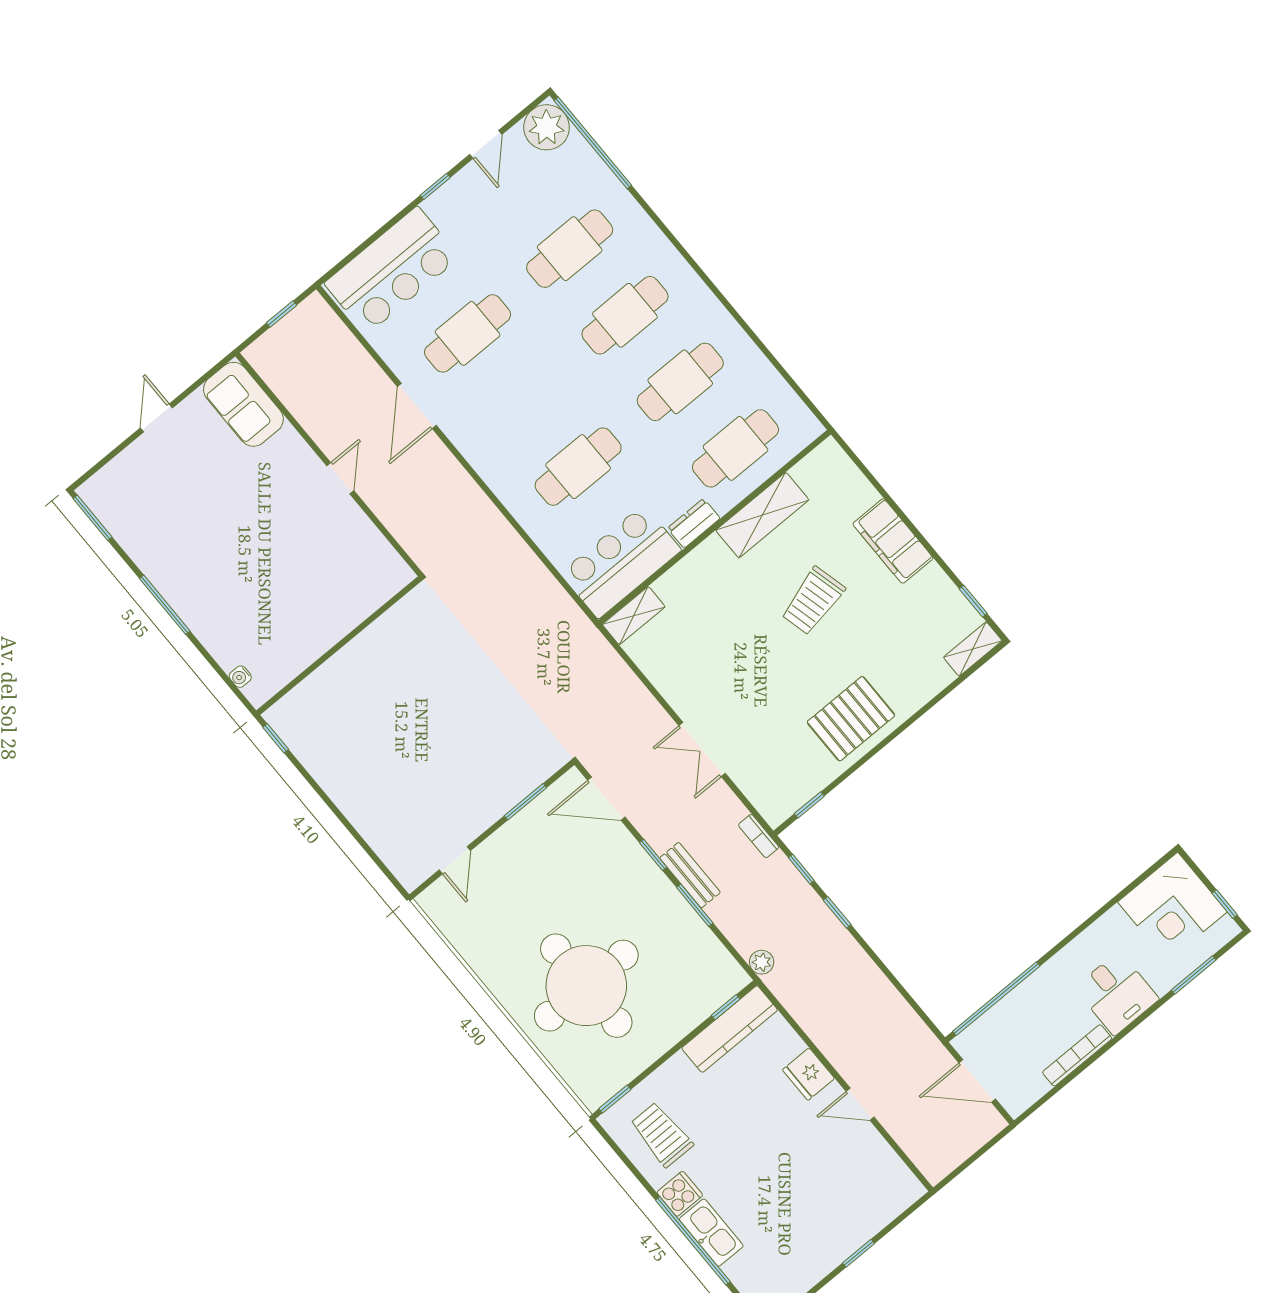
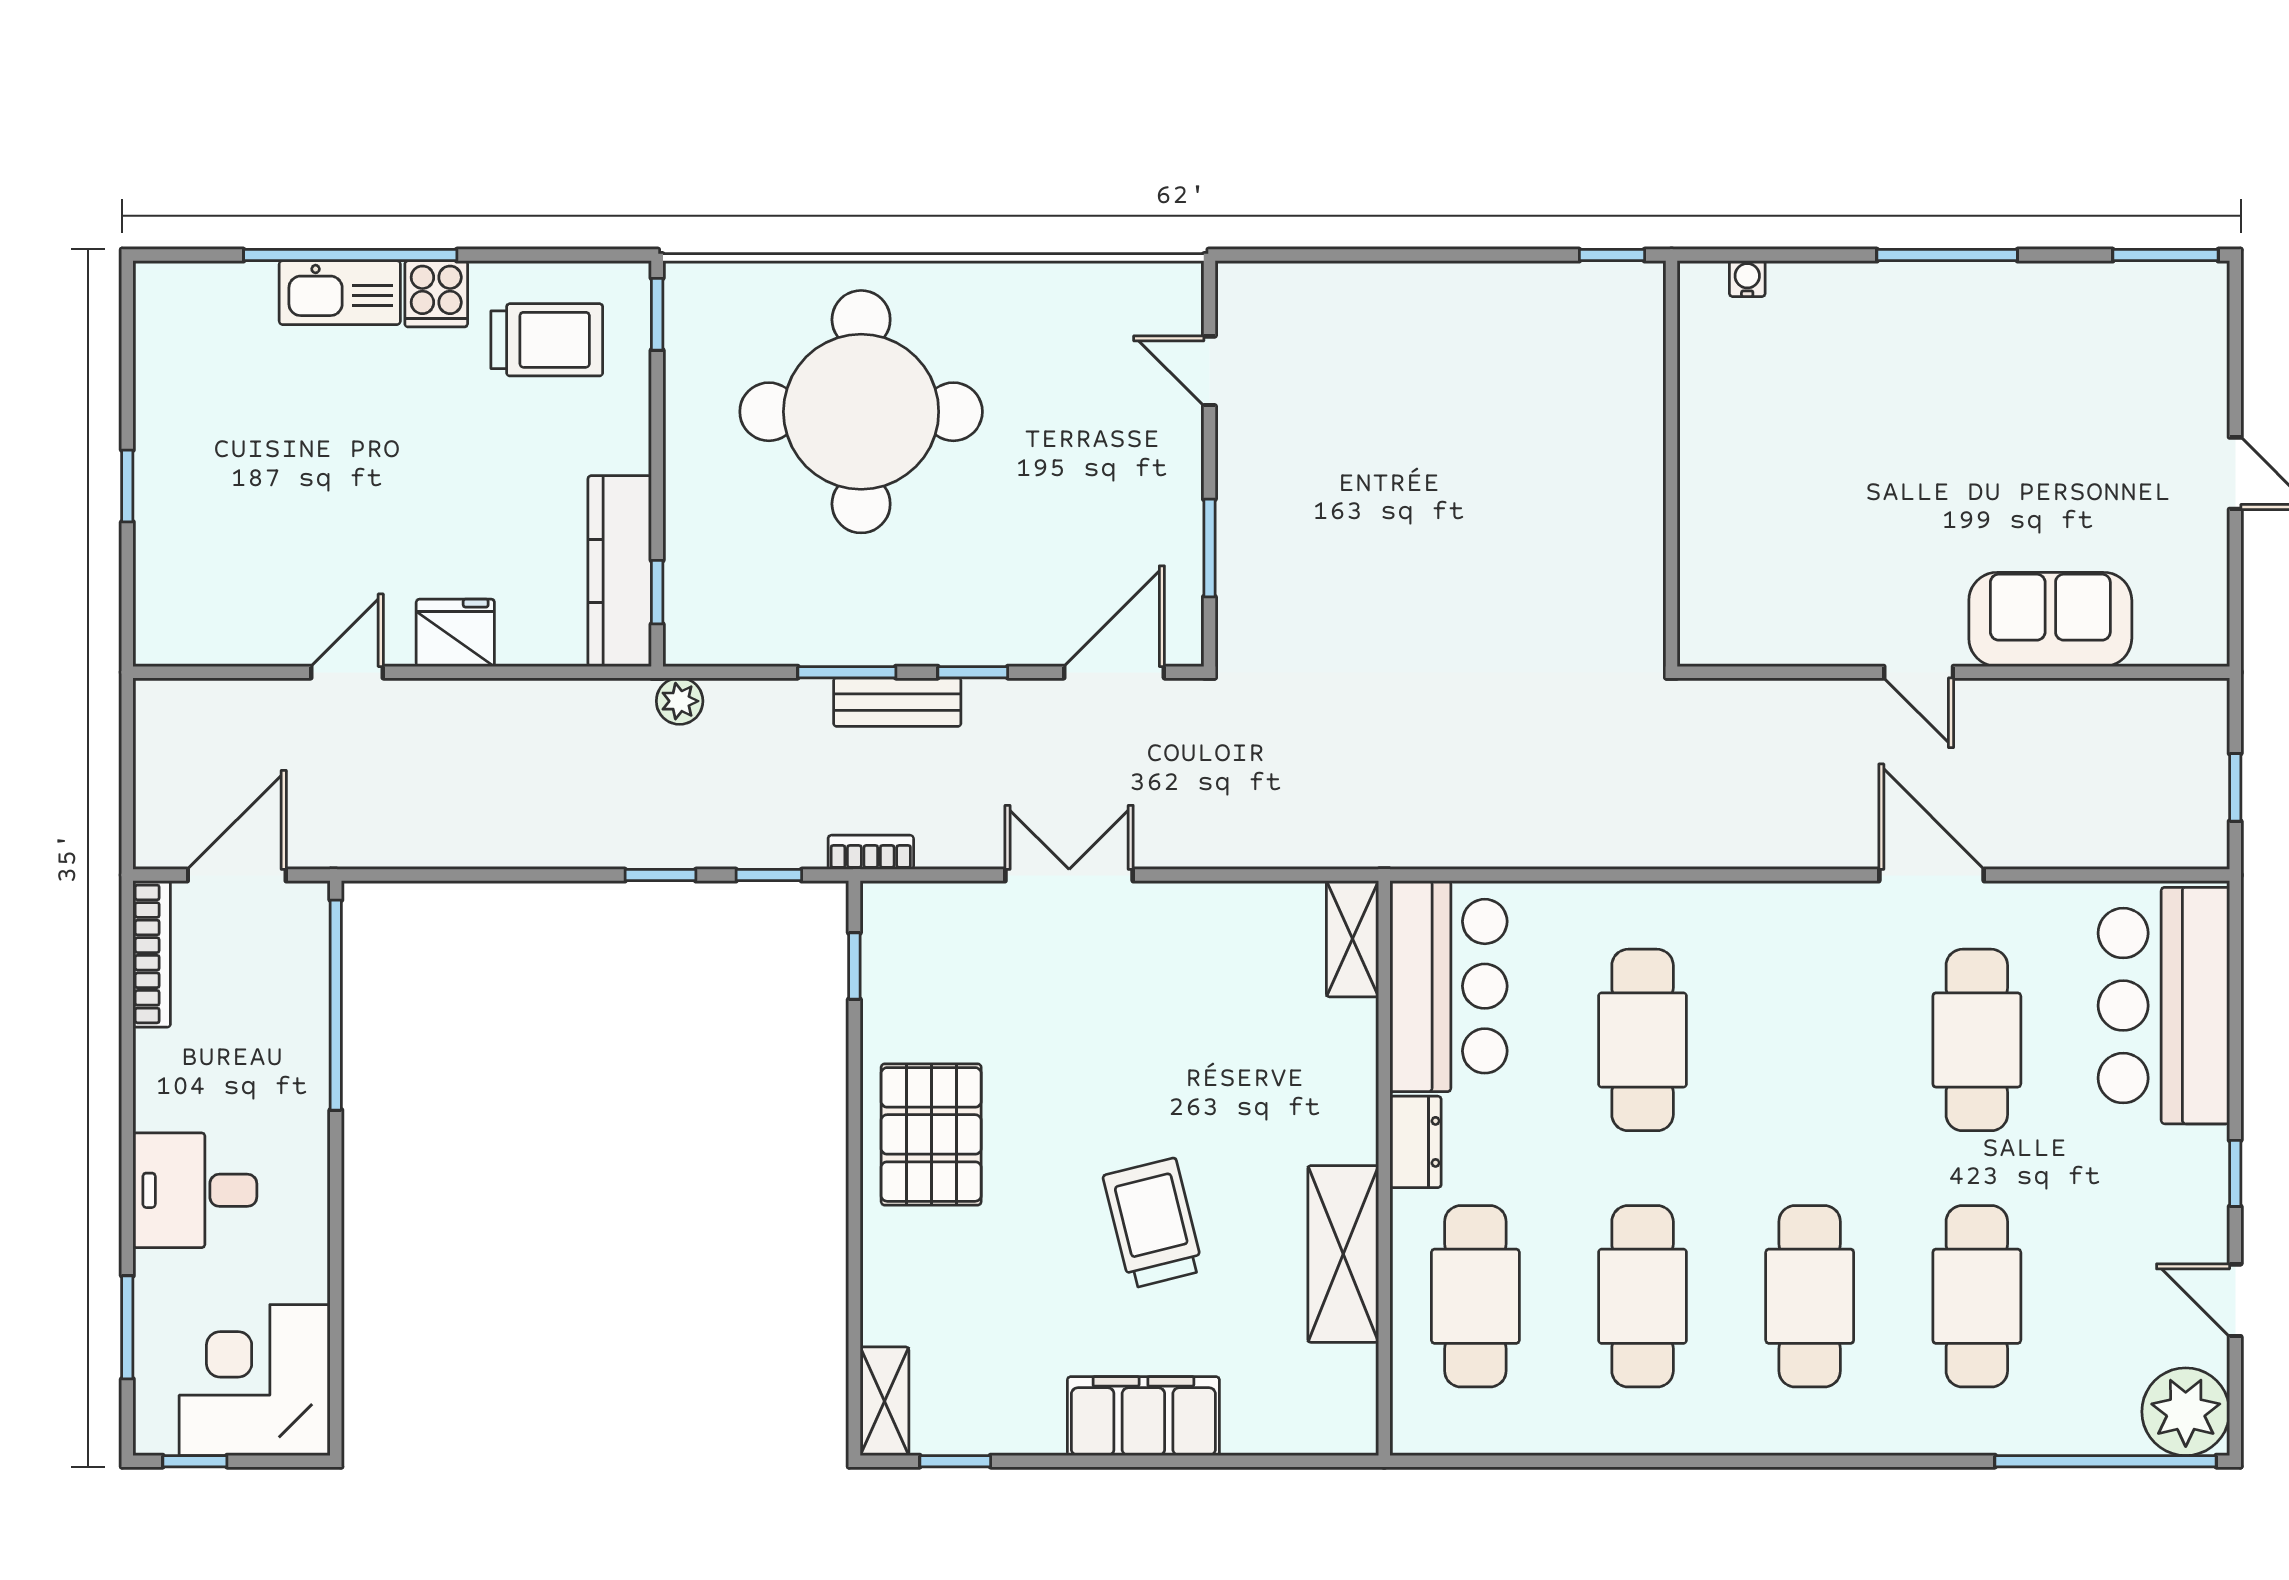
sofa: (243, 404) -> (2050, 619), moved
bookcase: (1077, 1055) -> (152, 954), moved

